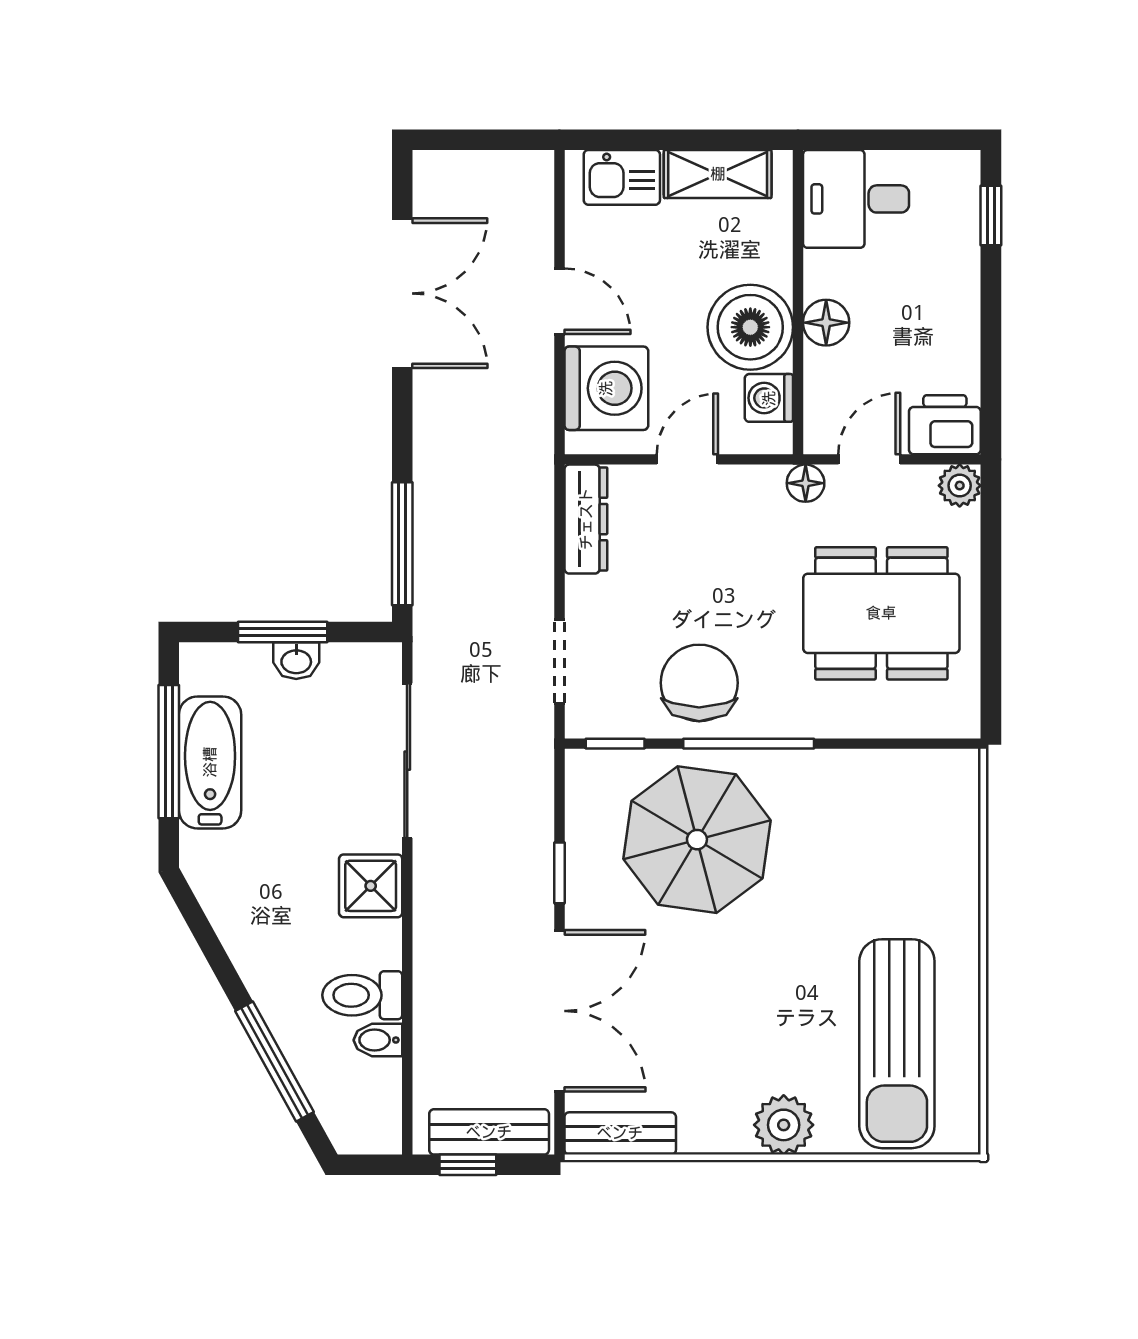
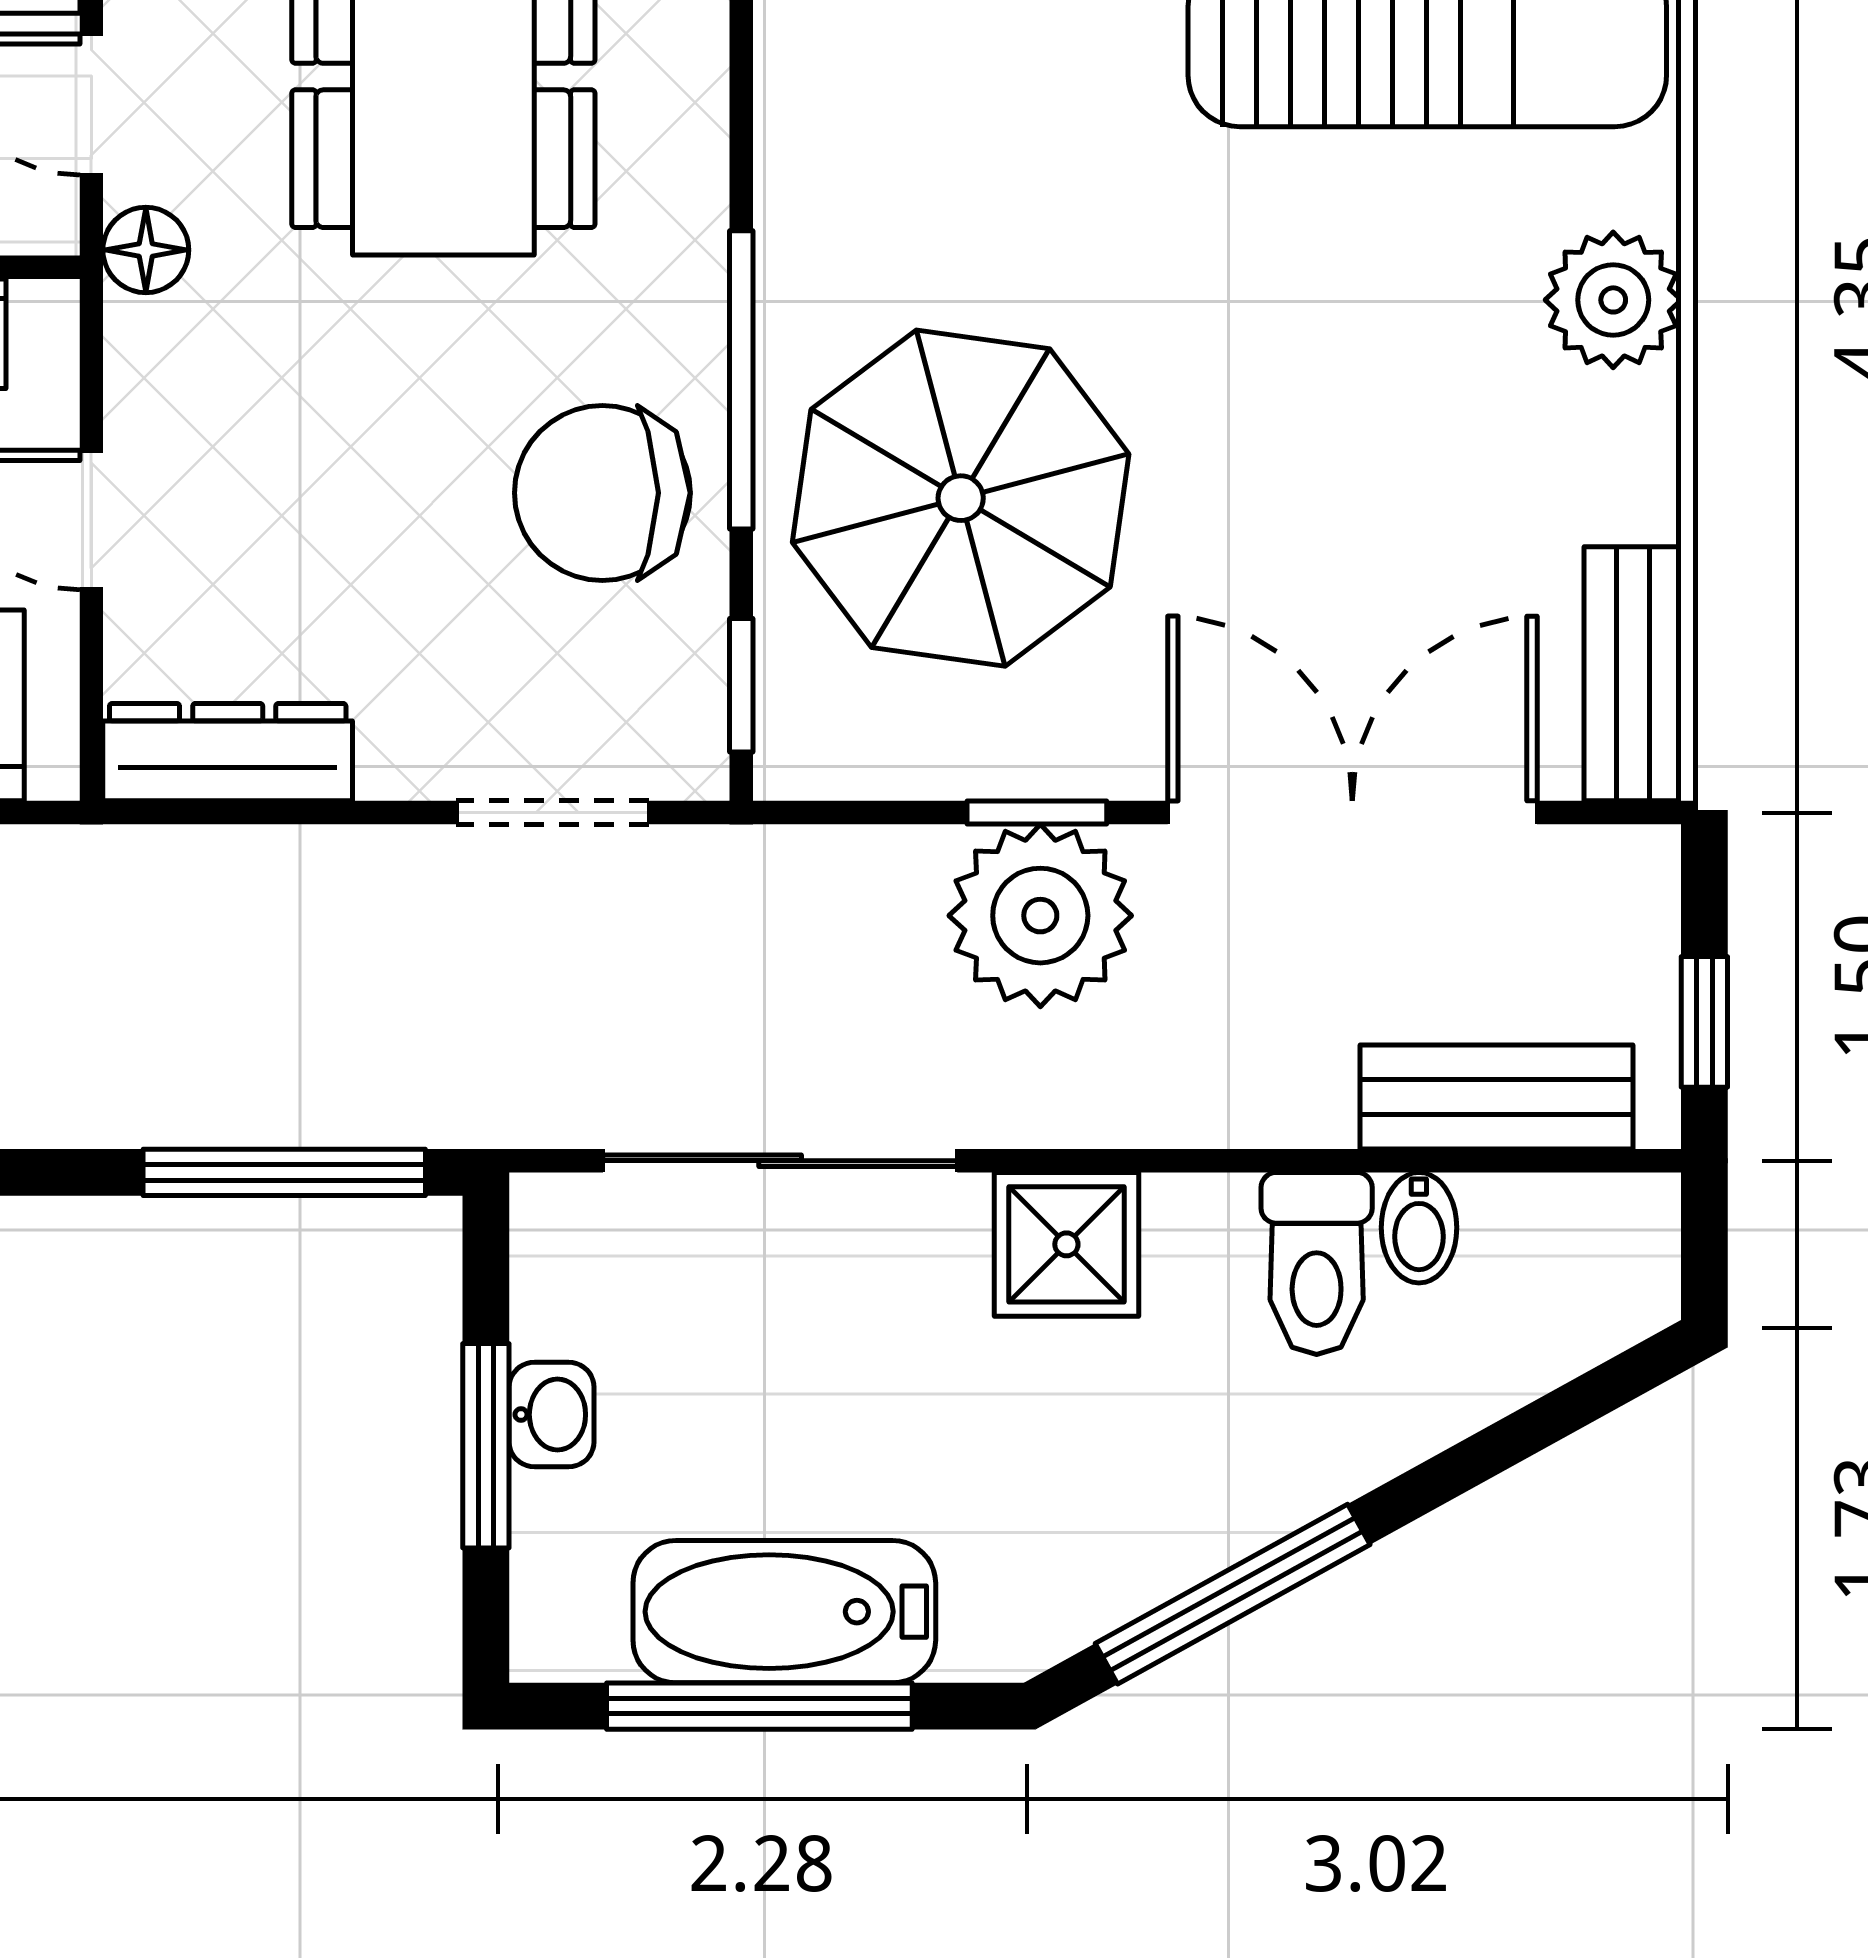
plant: (514, 874) -> (1040, 916), added
window: (275, 1062) -> (1233, 1594), moved
bench: (489, 1132) -> (1497, 1097), moved, turned 90

